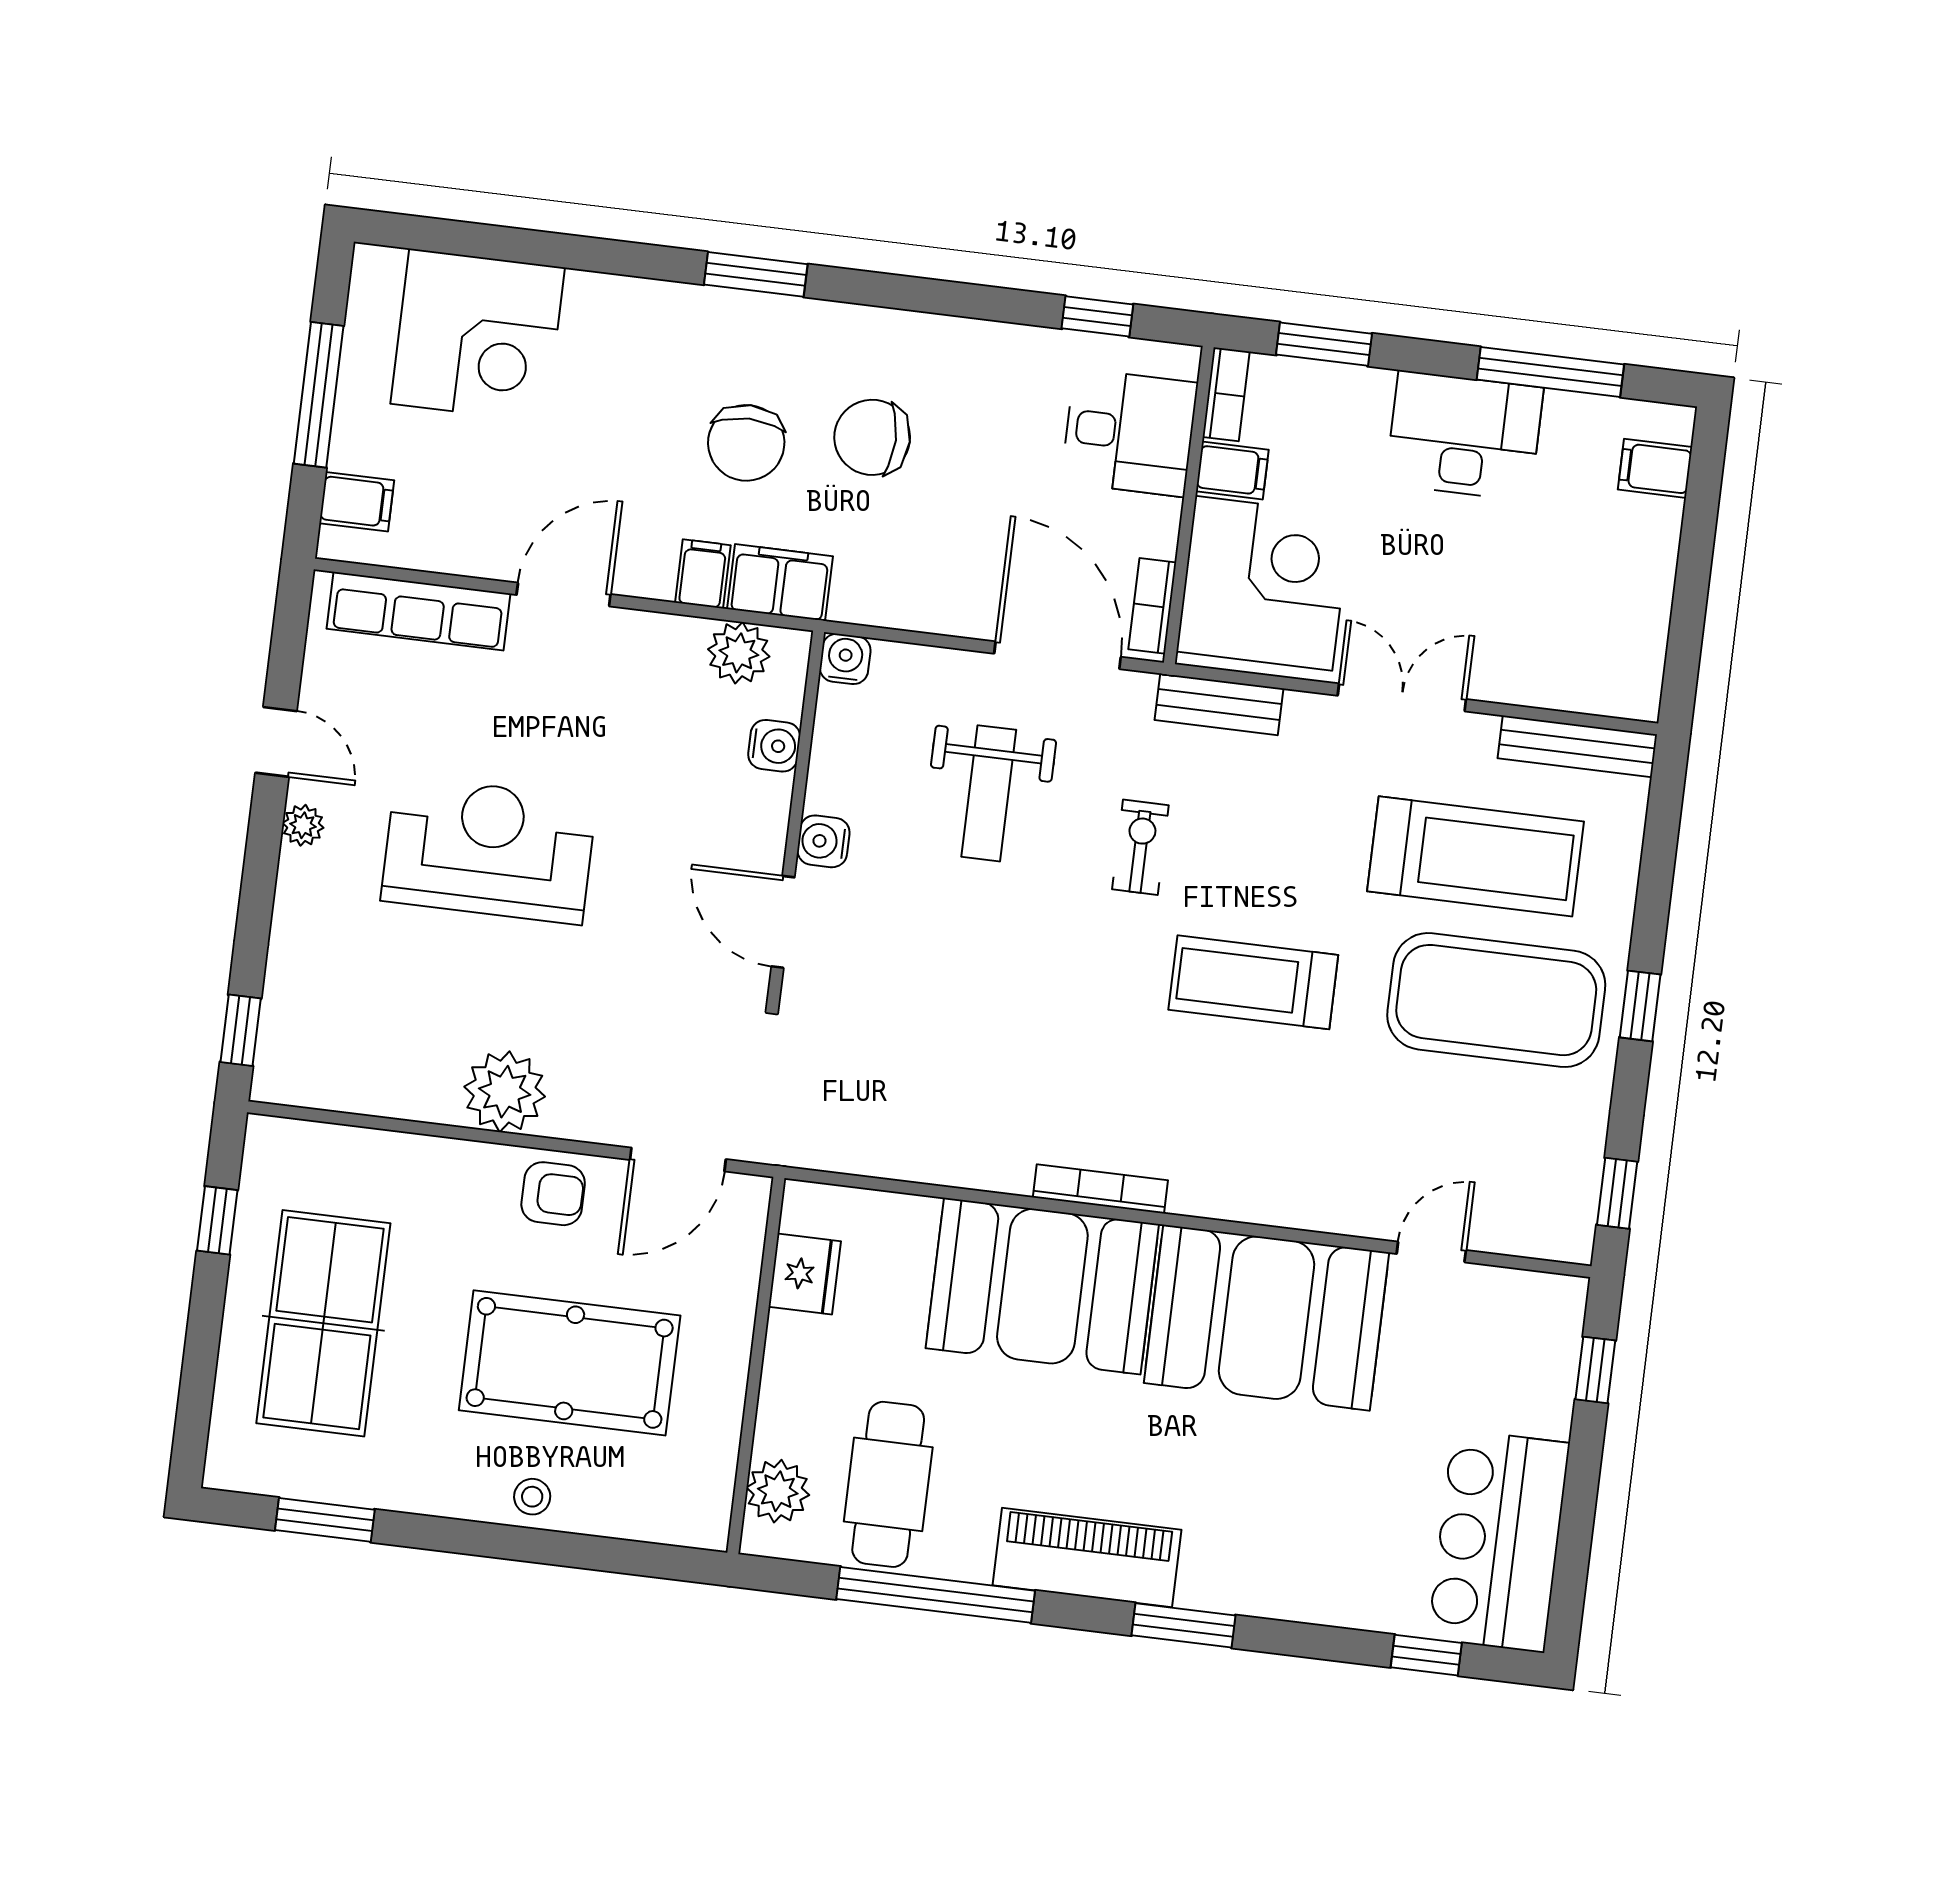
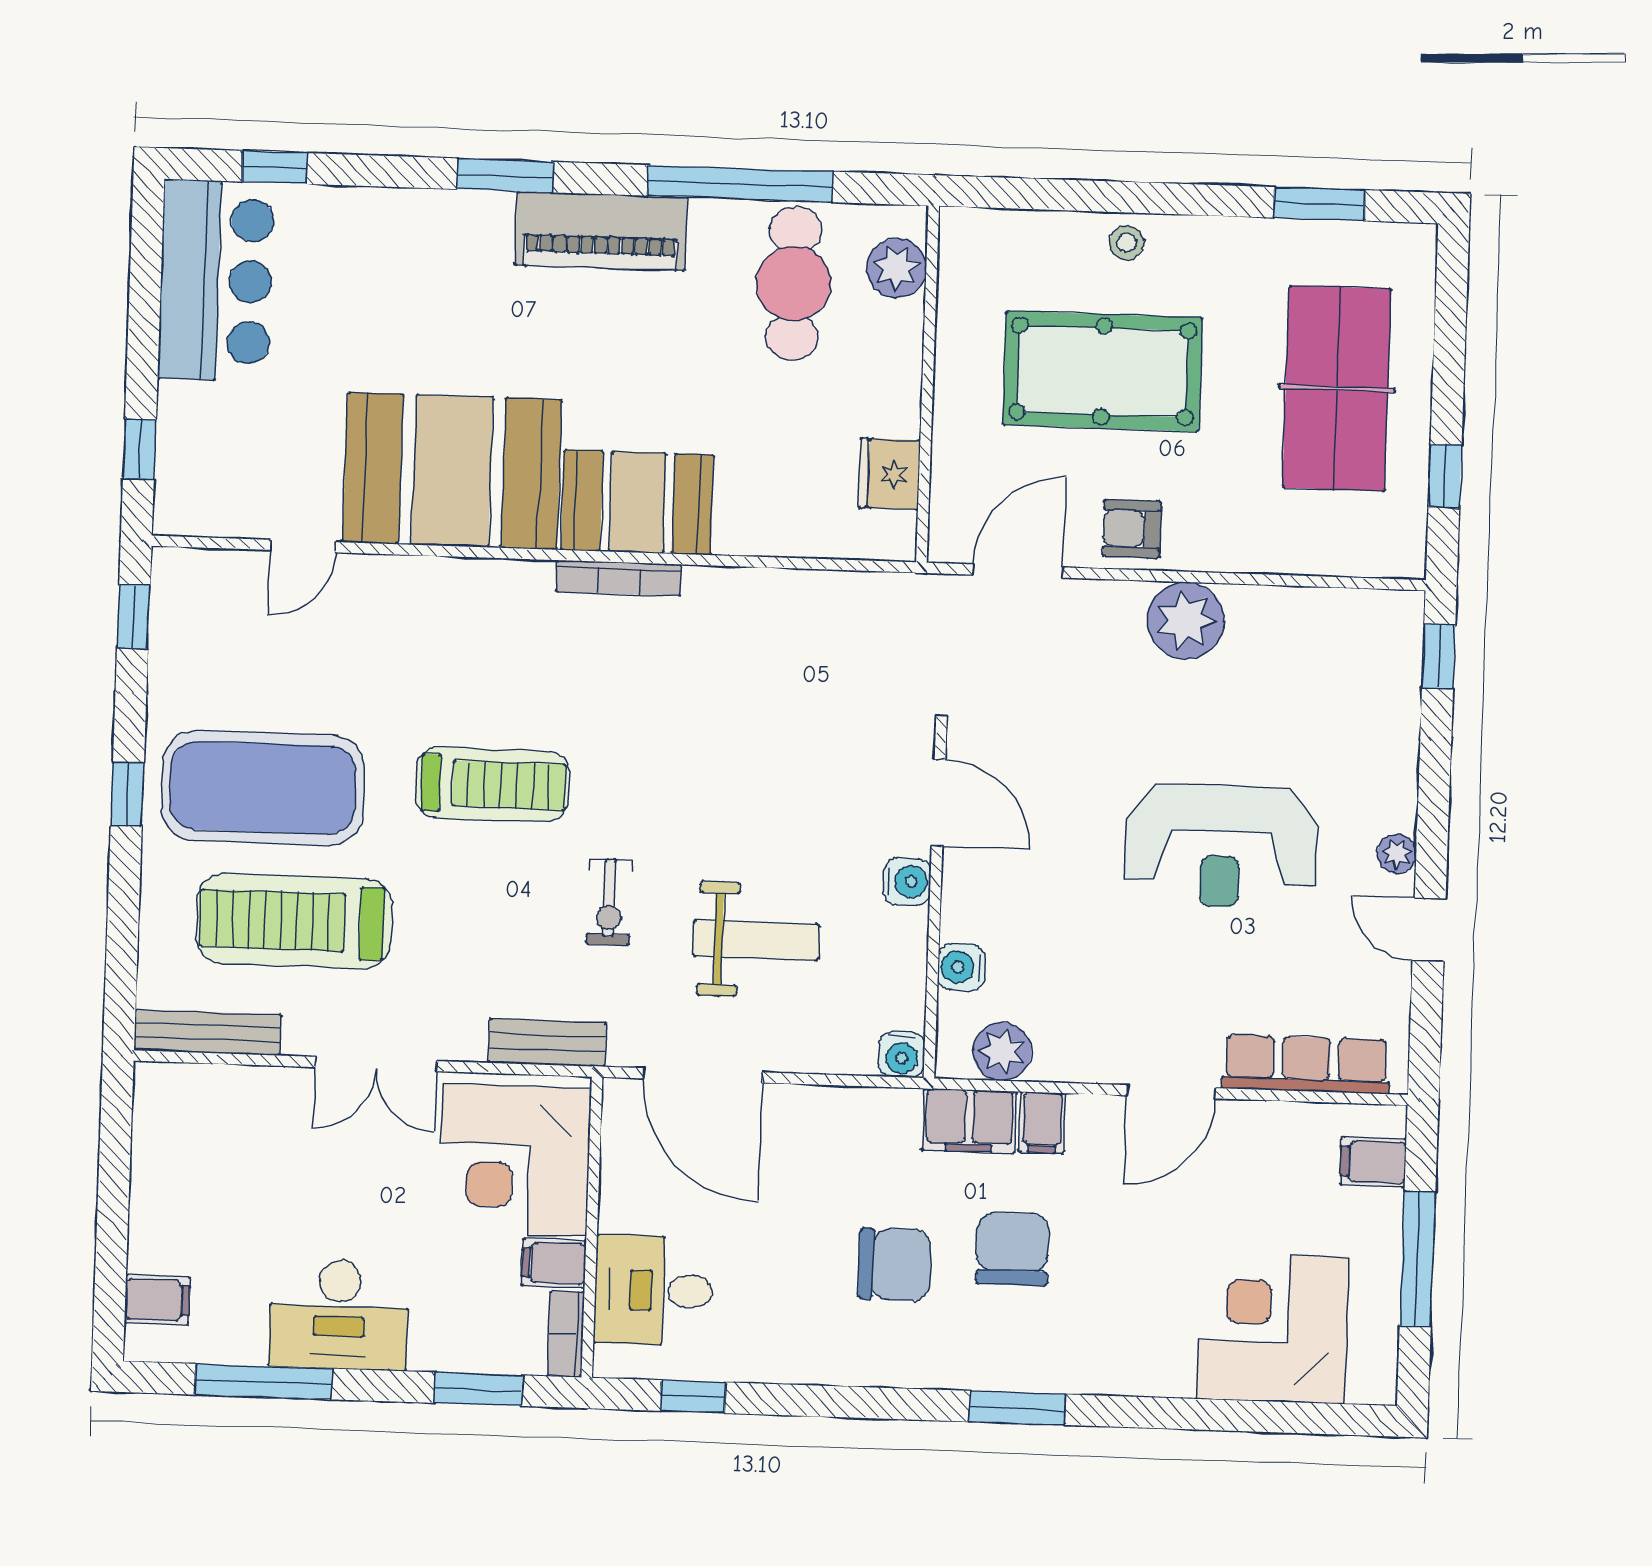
bookcase: (1152, 606) -> (618, 1129), removed
weight bench: (989, 793) -> (756, 940), turned 90
booth: (1042, 1286) -> (637, 502), width x0.73, depth x0.70

